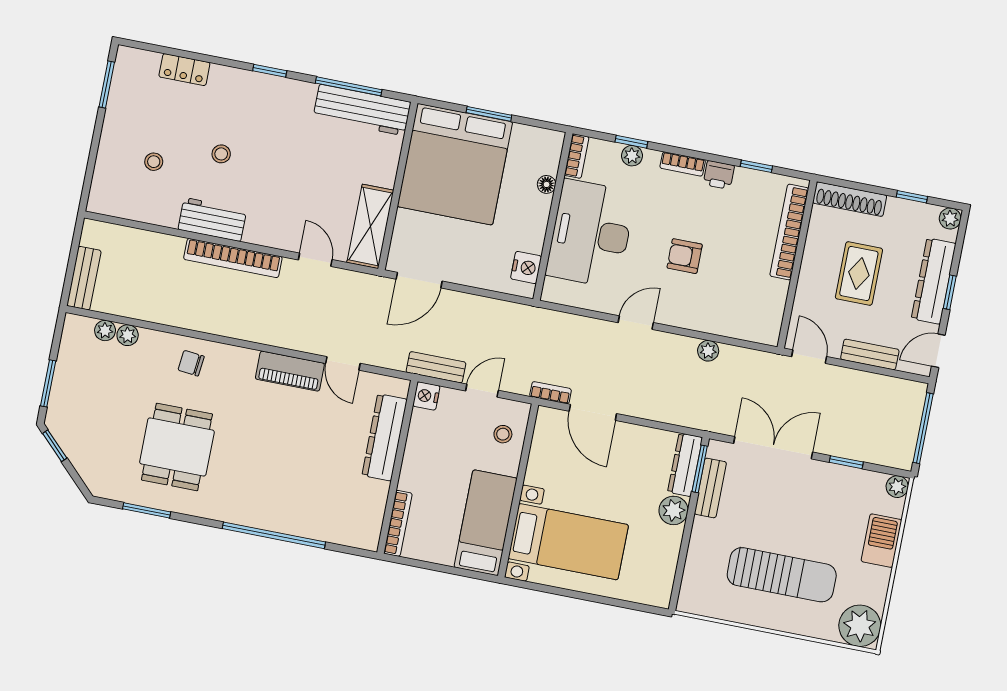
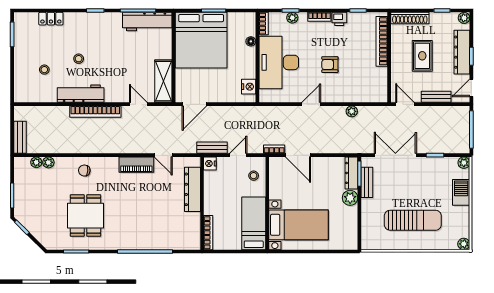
workbench: (212, 219) -> (81, 94), width x1.38
plant: (860, 626) -> (464, 244), width x0.53, depth x0.53

